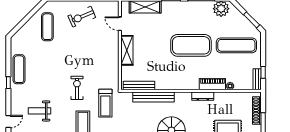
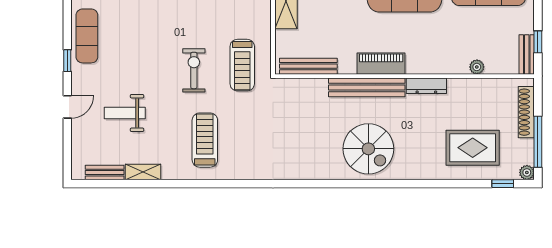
piano: (212, 84) -> (381, 64), moved
bench: (154, 97) -> (367, 87), moved
treadmill: (105, 103) -> (242, 65), moved
door: (8, 122) -> (67, 107), moved

